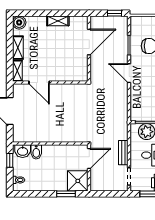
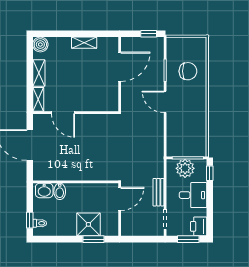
window: (10, 160) -> (30, 220), moved
shower: (78, 181) -> (88, 224), moved

